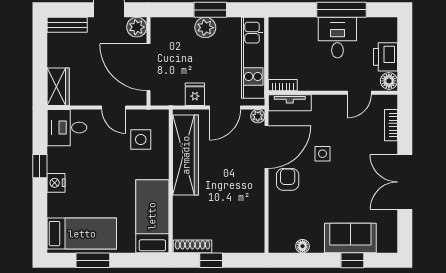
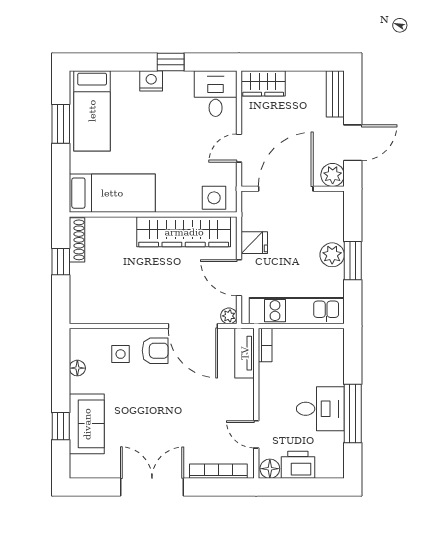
bookcase: (391, 125) -> (218, 471), width x1.56
side table: (141, 139) -> (214, 198), moved
side table: (322, 154) -> (121, 354), moved

